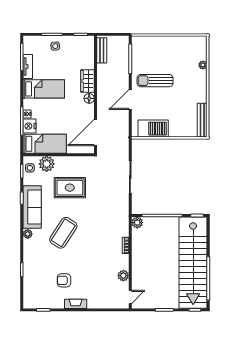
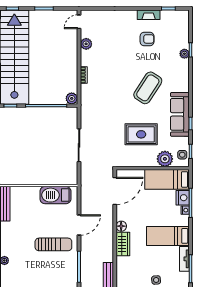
plant: (28, 234) -> (184, 54), moved
fireplace: (76, 304) -> (149, 15), moved

